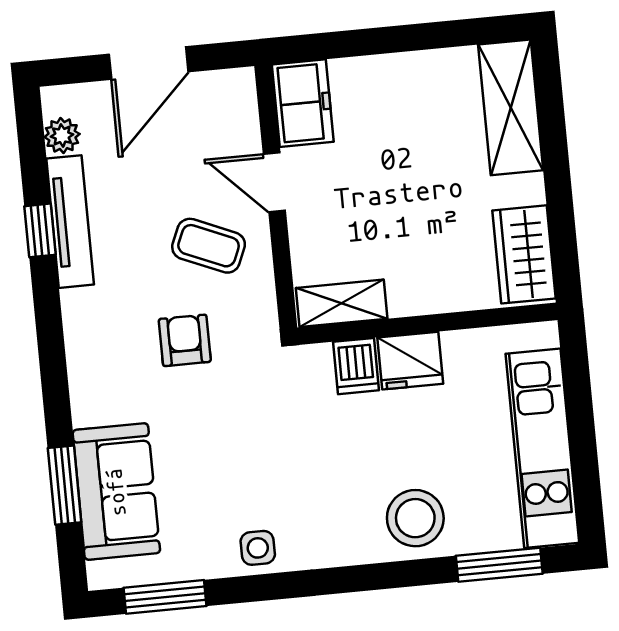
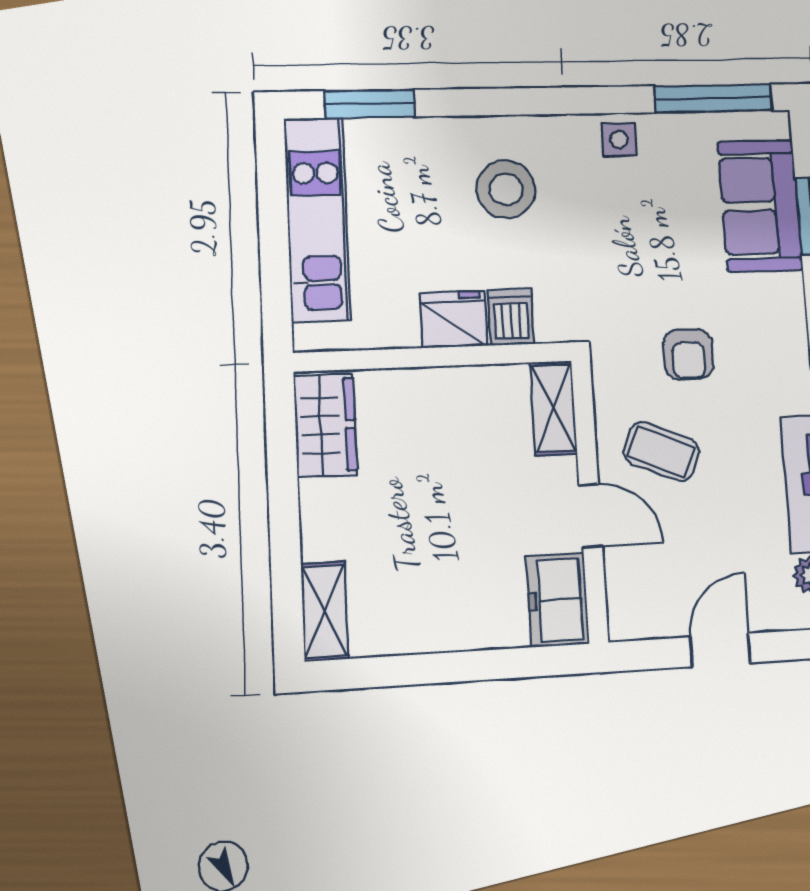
door: (149, 63) -> (720, 650), width x0.73
shelving: (511, 107) -> (325, 611), width x0.67, depth x0.75
shelving: (342, 303) -> (554, 408), moved, turned 90
stool: (415, 518) -> (506, 189), moved
window: (165, 597) -> (713, 98), width x1.44

